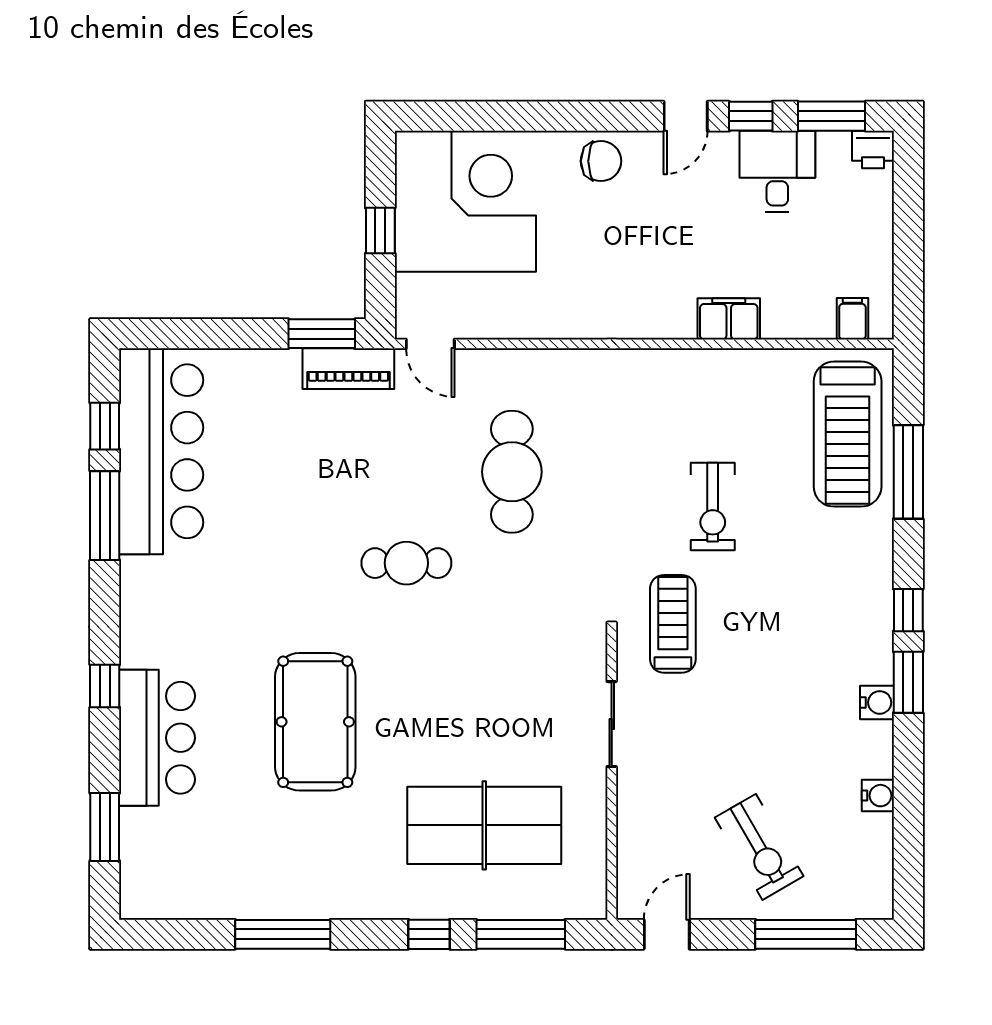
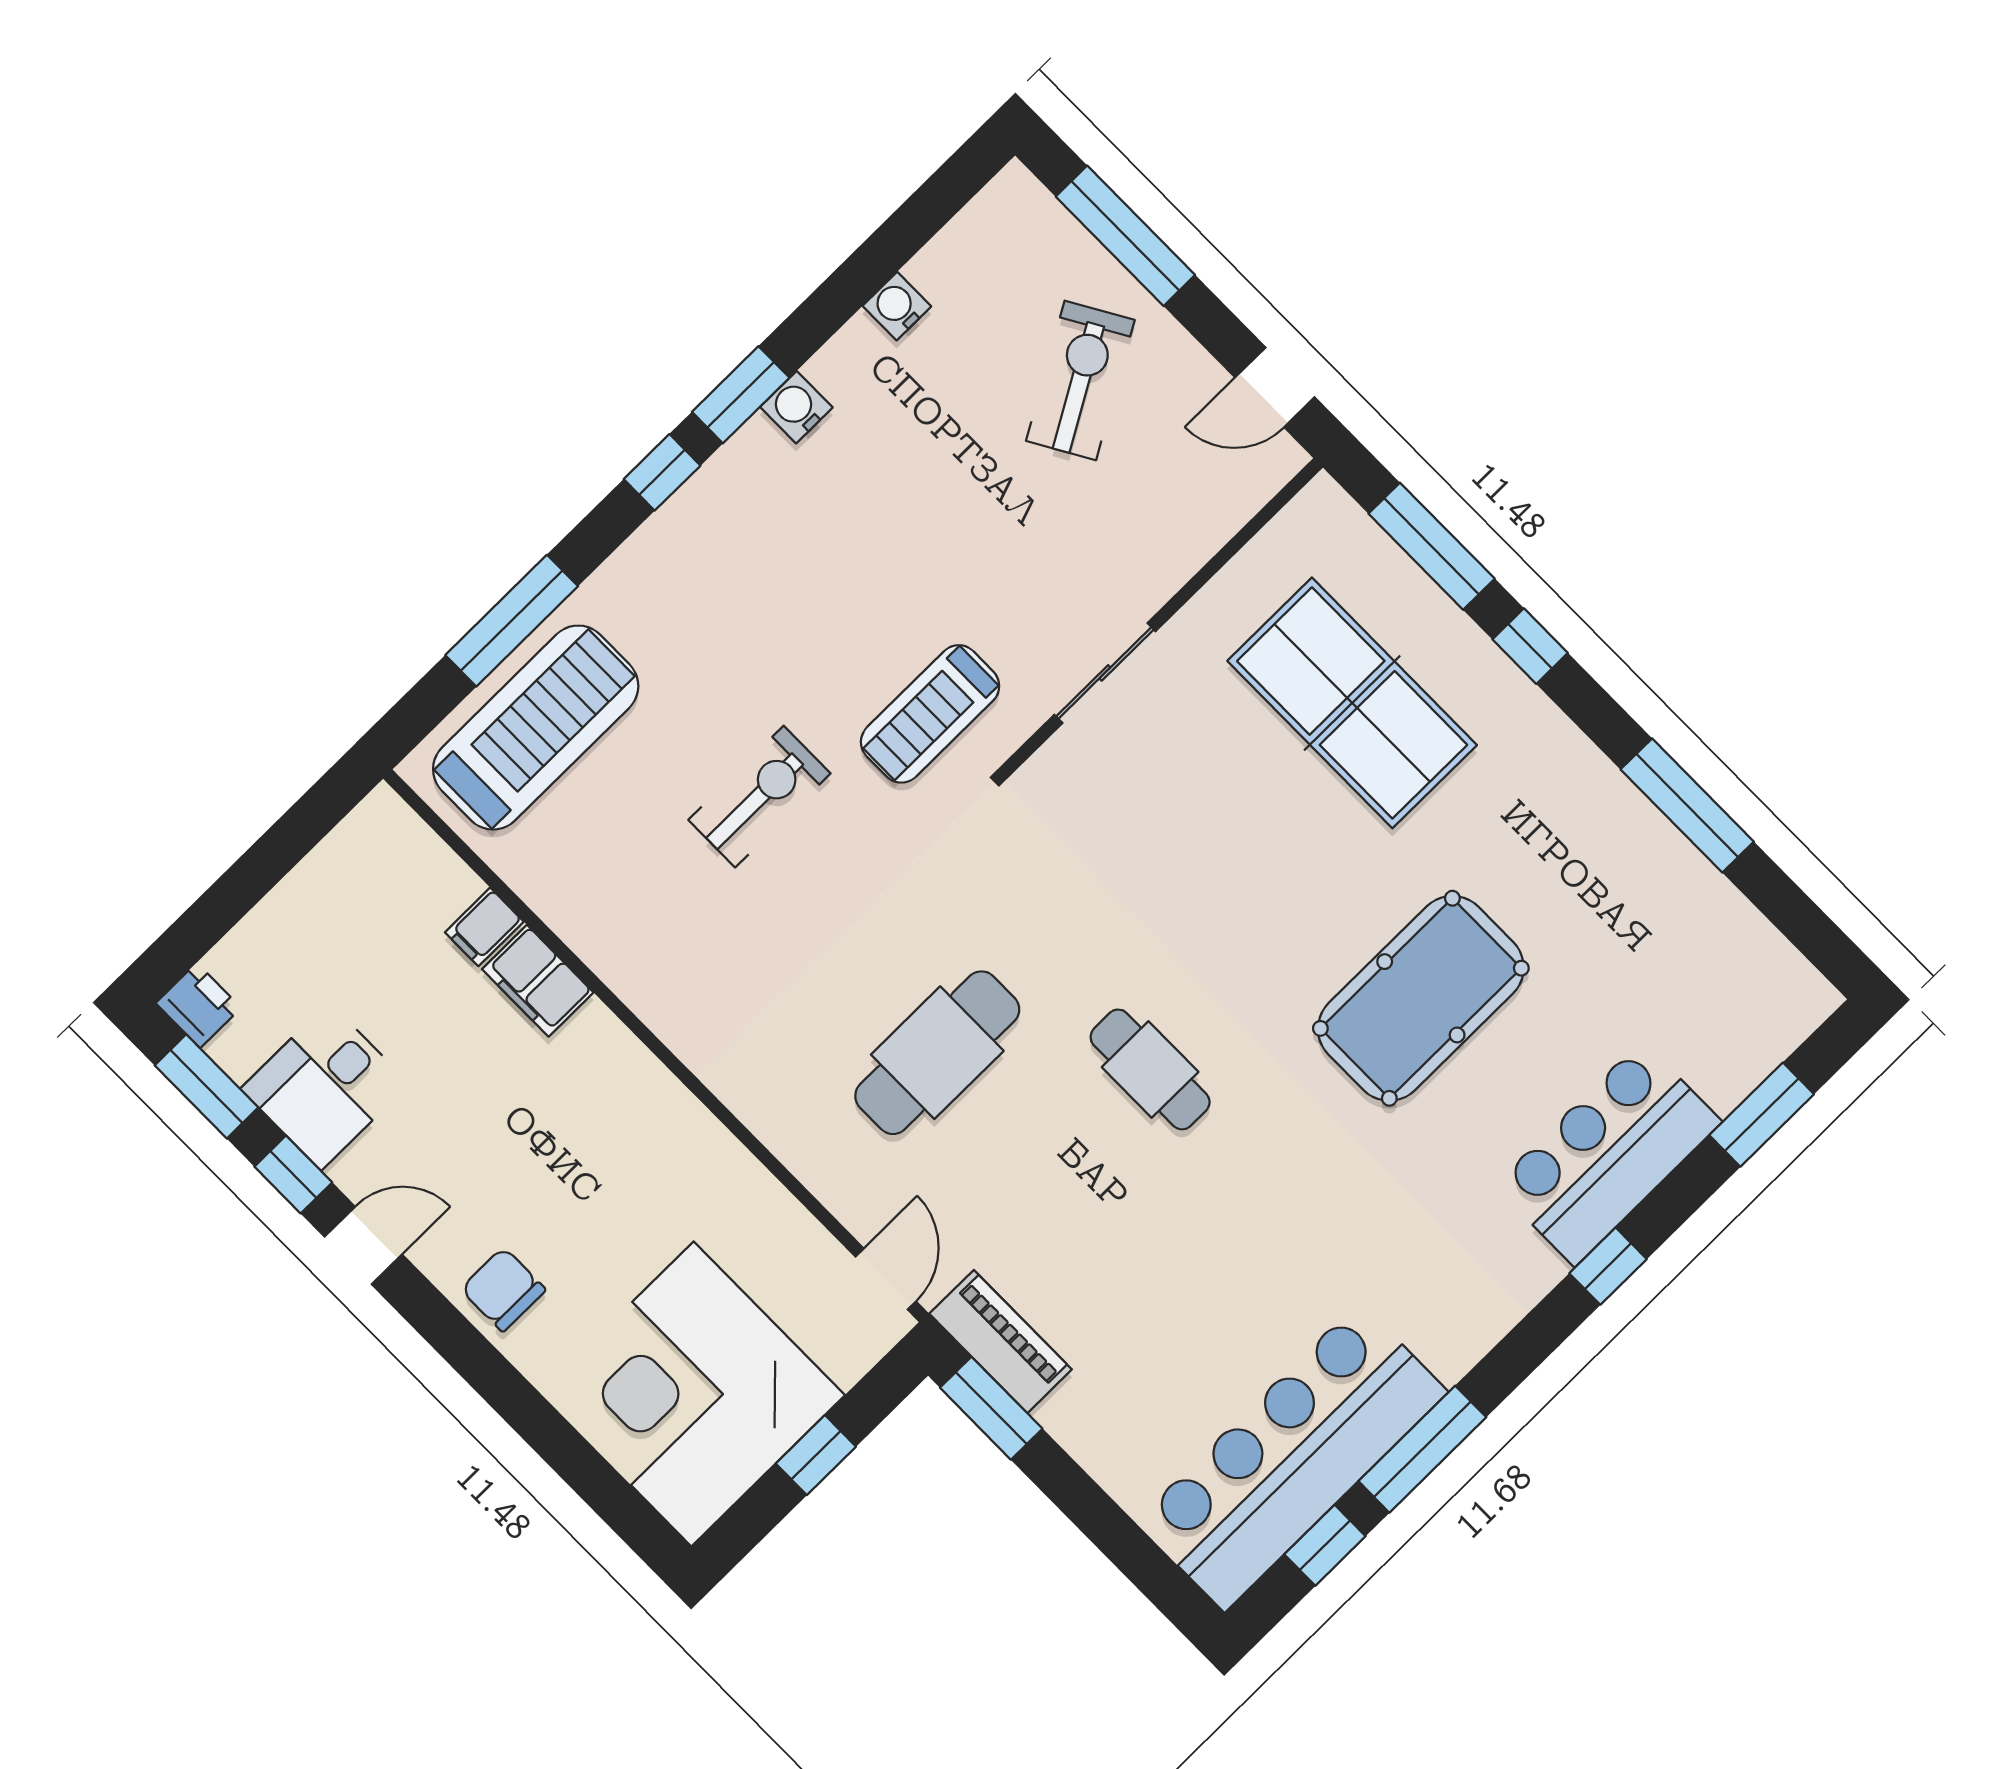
filing cabinet: (852, 319) -> (484, 927), moved

